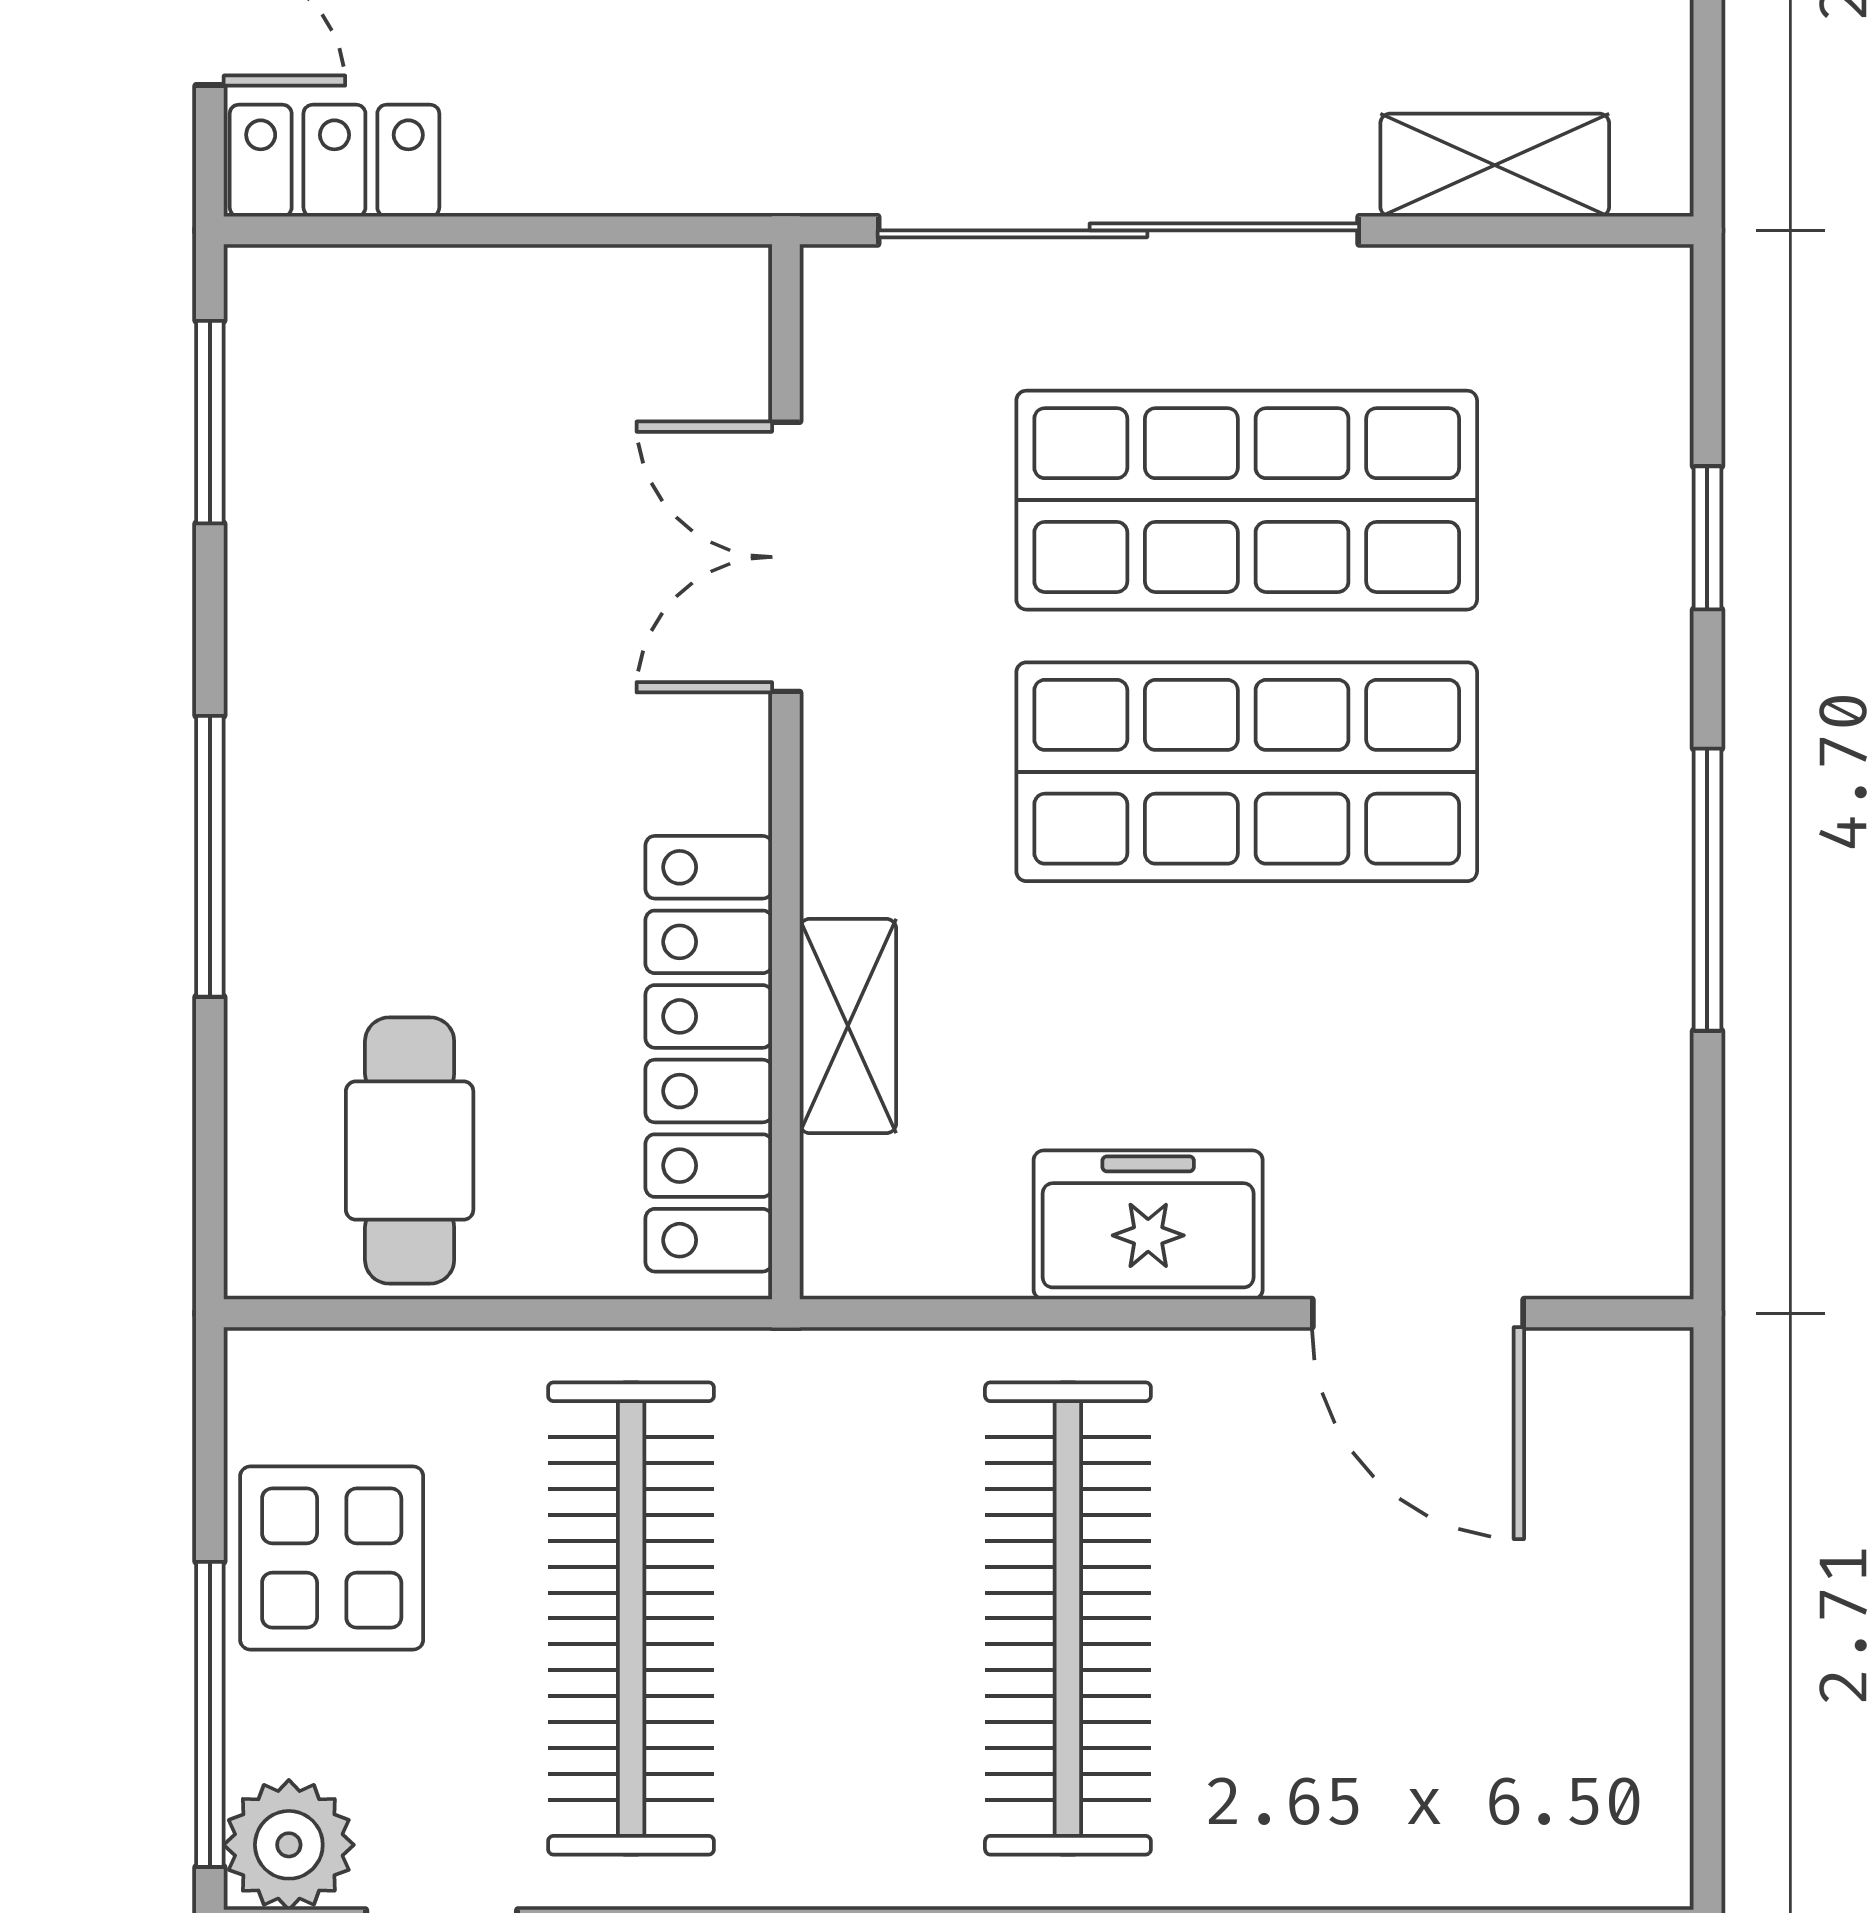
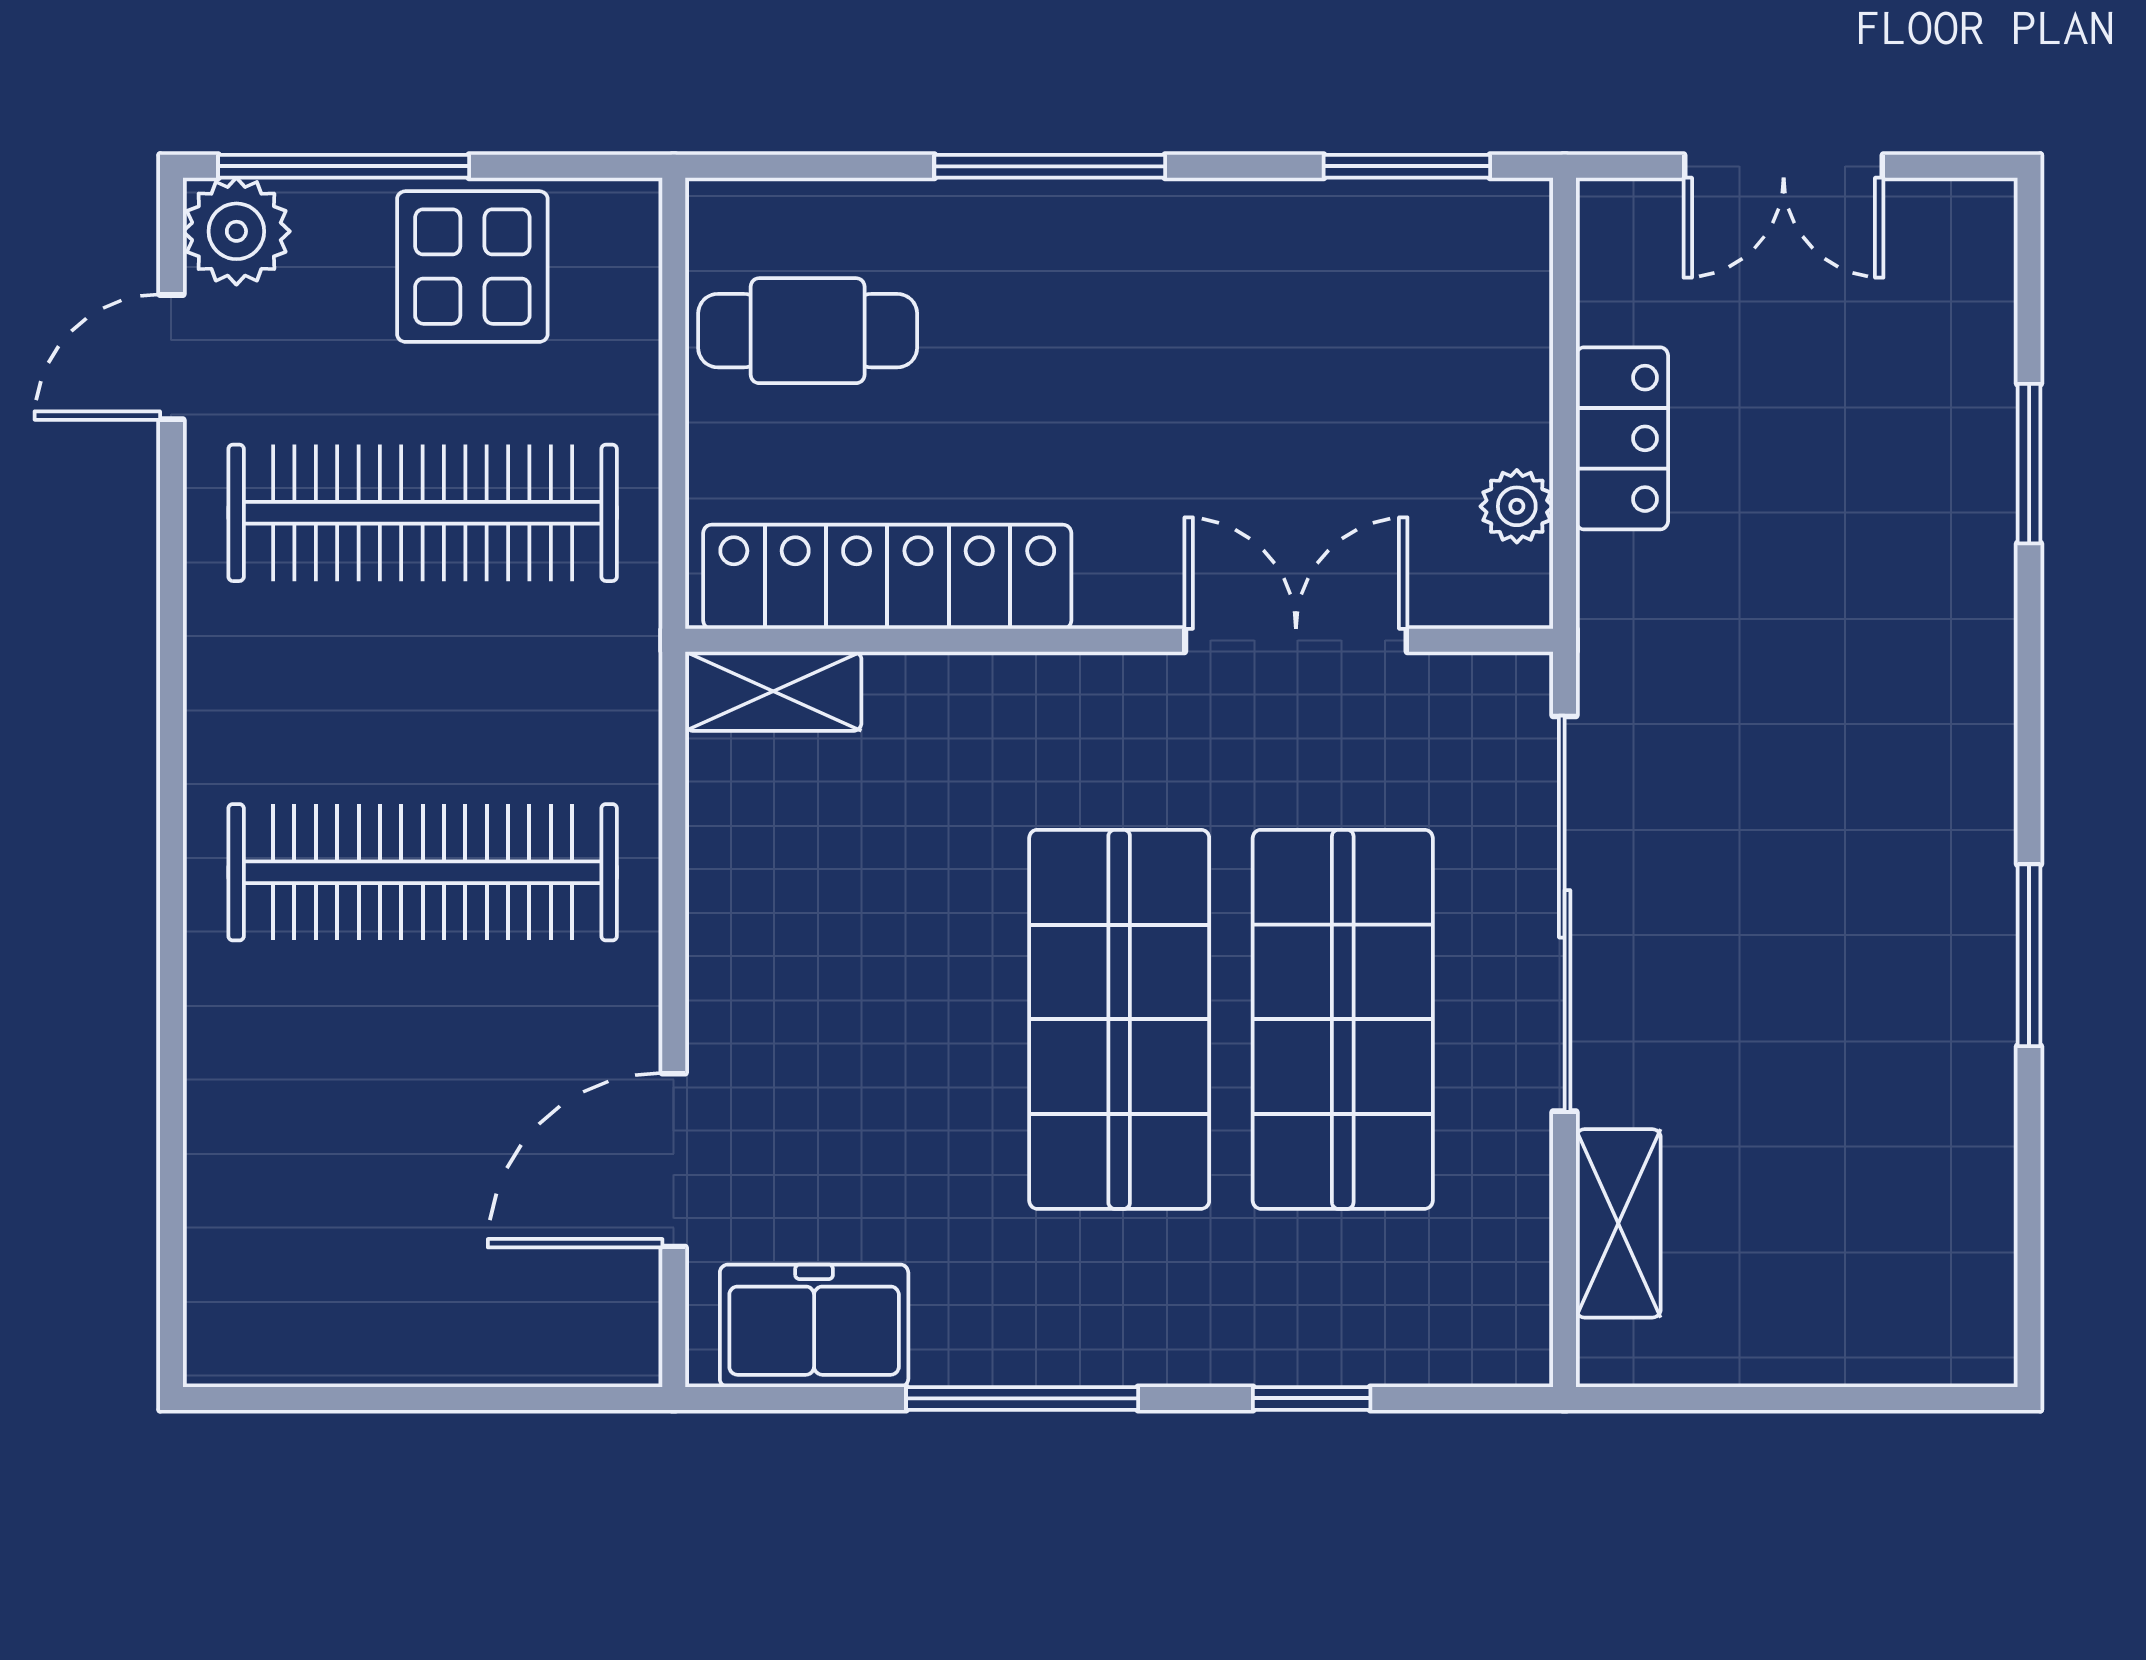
locker: (334, 161) -> (1622, 438), moved
plant: (623, 289) -> (1517, 506), added
shelving: (848, 1026) -> (773, 691), moved
freezer: (1148, 1225) -> (814, 1326), moved, turned -90

